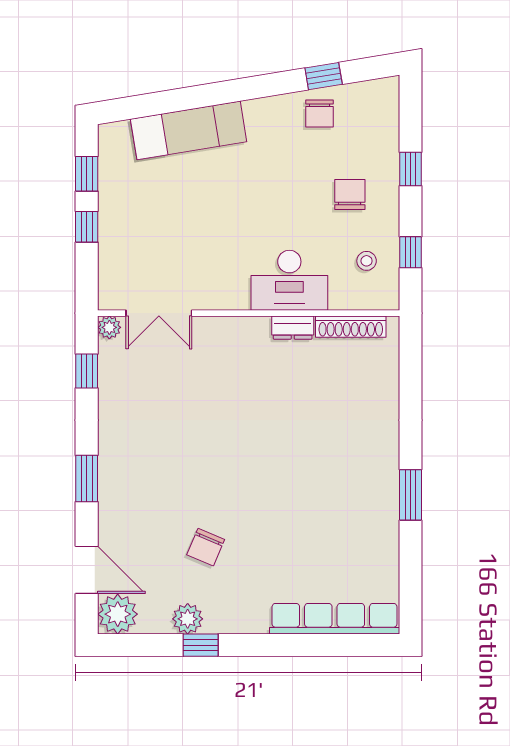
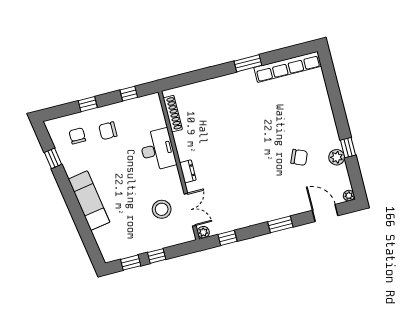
chair: (320, 114) -> (77, 136), moved, turned -90
exam couch: (189, 130) -> (89, 201), moved
stool: (367, 261) -> (162, 209), moved, width x1.89, depth x1.89
dresser: (293, 328) -> (188, 171), moved
door: (87, 570) -> (325, 213), hinge flipped
plant: (118, 614) -> (349, 196), width x0.53, depth x0.53
row of seats: (335, 619) -> (288, 67), moved, turned -90

